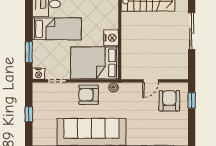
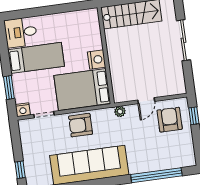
plant: (113, 87) -> (120, 111), moved
window: (29, 114) -> (20, 170), moved

